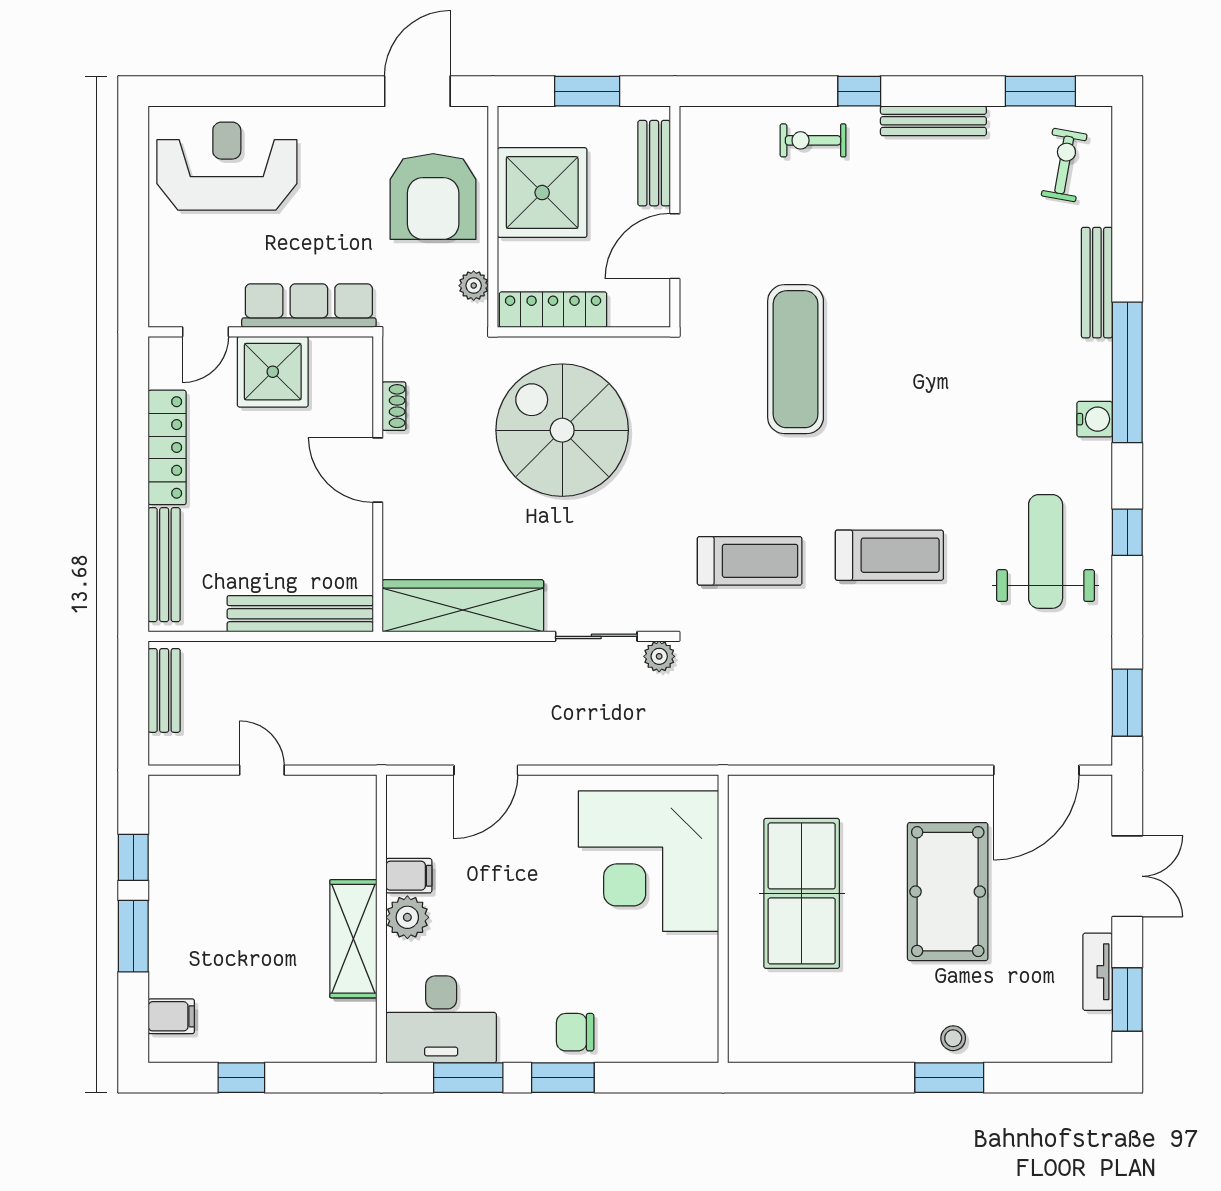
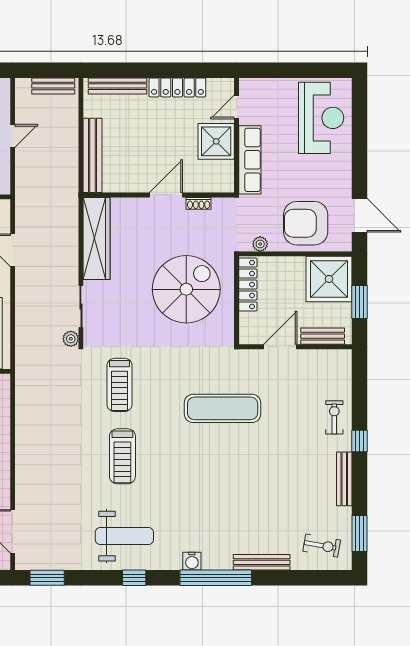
shower: (542, 193) -> (329, 279), moved
door: (675, 246) -> (280, 347), hinge flipped
door: (206, 332) -> (237, 107), hinge flipped

